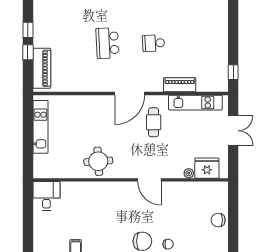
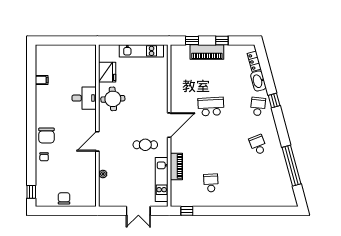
school desk: (154, 43) -> (211, 183), moved
window: (28, 52) -> (192, 41), moved
piano: (42, 68) -> (207, 52), moved
door: (130, 94) -> (169, 125), swing flipped
fridge: (207, 168) -> (107, 72), moved
desk: (46, 196) -> (84, 98), moved

